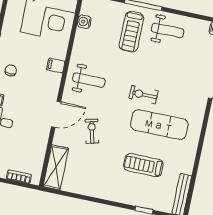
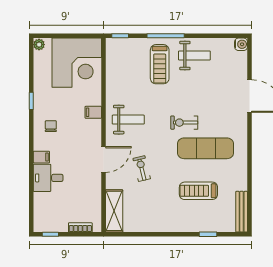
water cooler: (84, 22) -> (112, 64), removed

